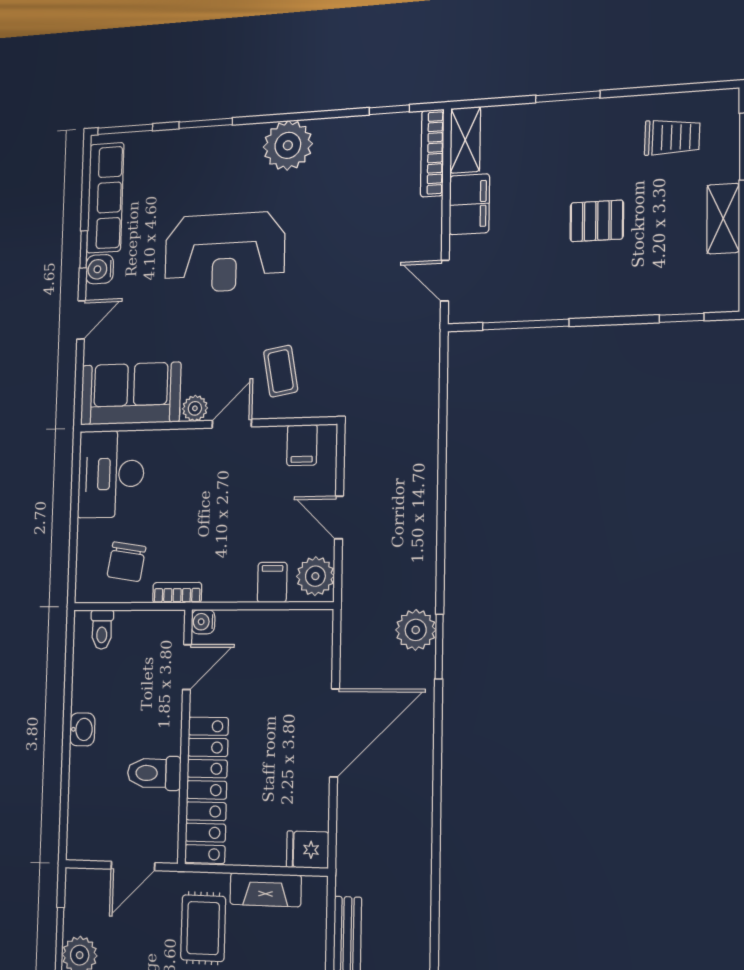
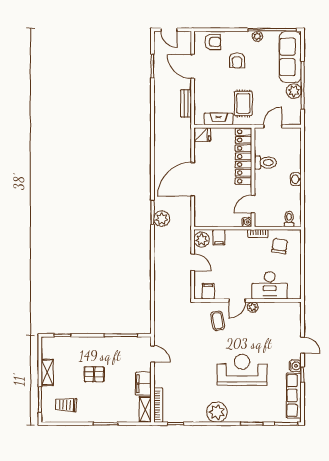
door: (81, 320) -> (303, 345), swing flipped
sofa: (131, 394) -> (280, 314), removed
desk: (111, 474) -> (270, 285), moved, turned 90

